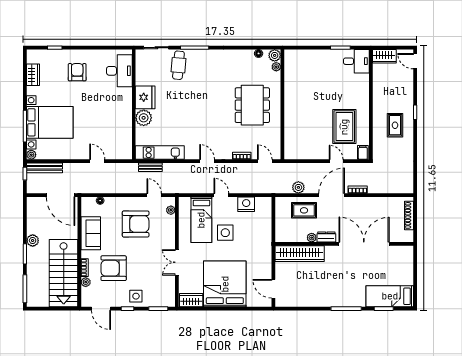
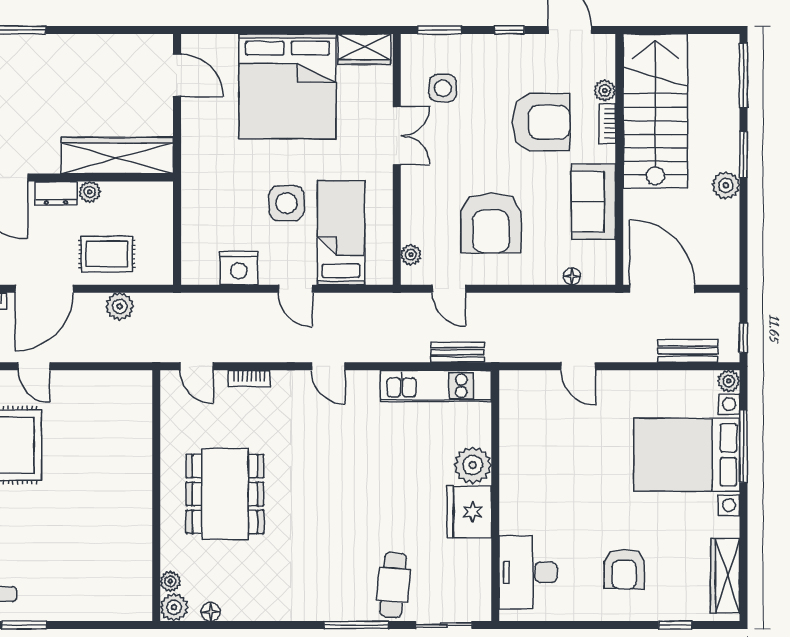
wardrobe: (33, 75) -> (725, 576), width x1.50
bench: (45, 168) -> (688, 351), width x0.73
armchair: (136, 224) -> (491, 223), turned -90
side table: (136, 296) -> (443, 88), moved

